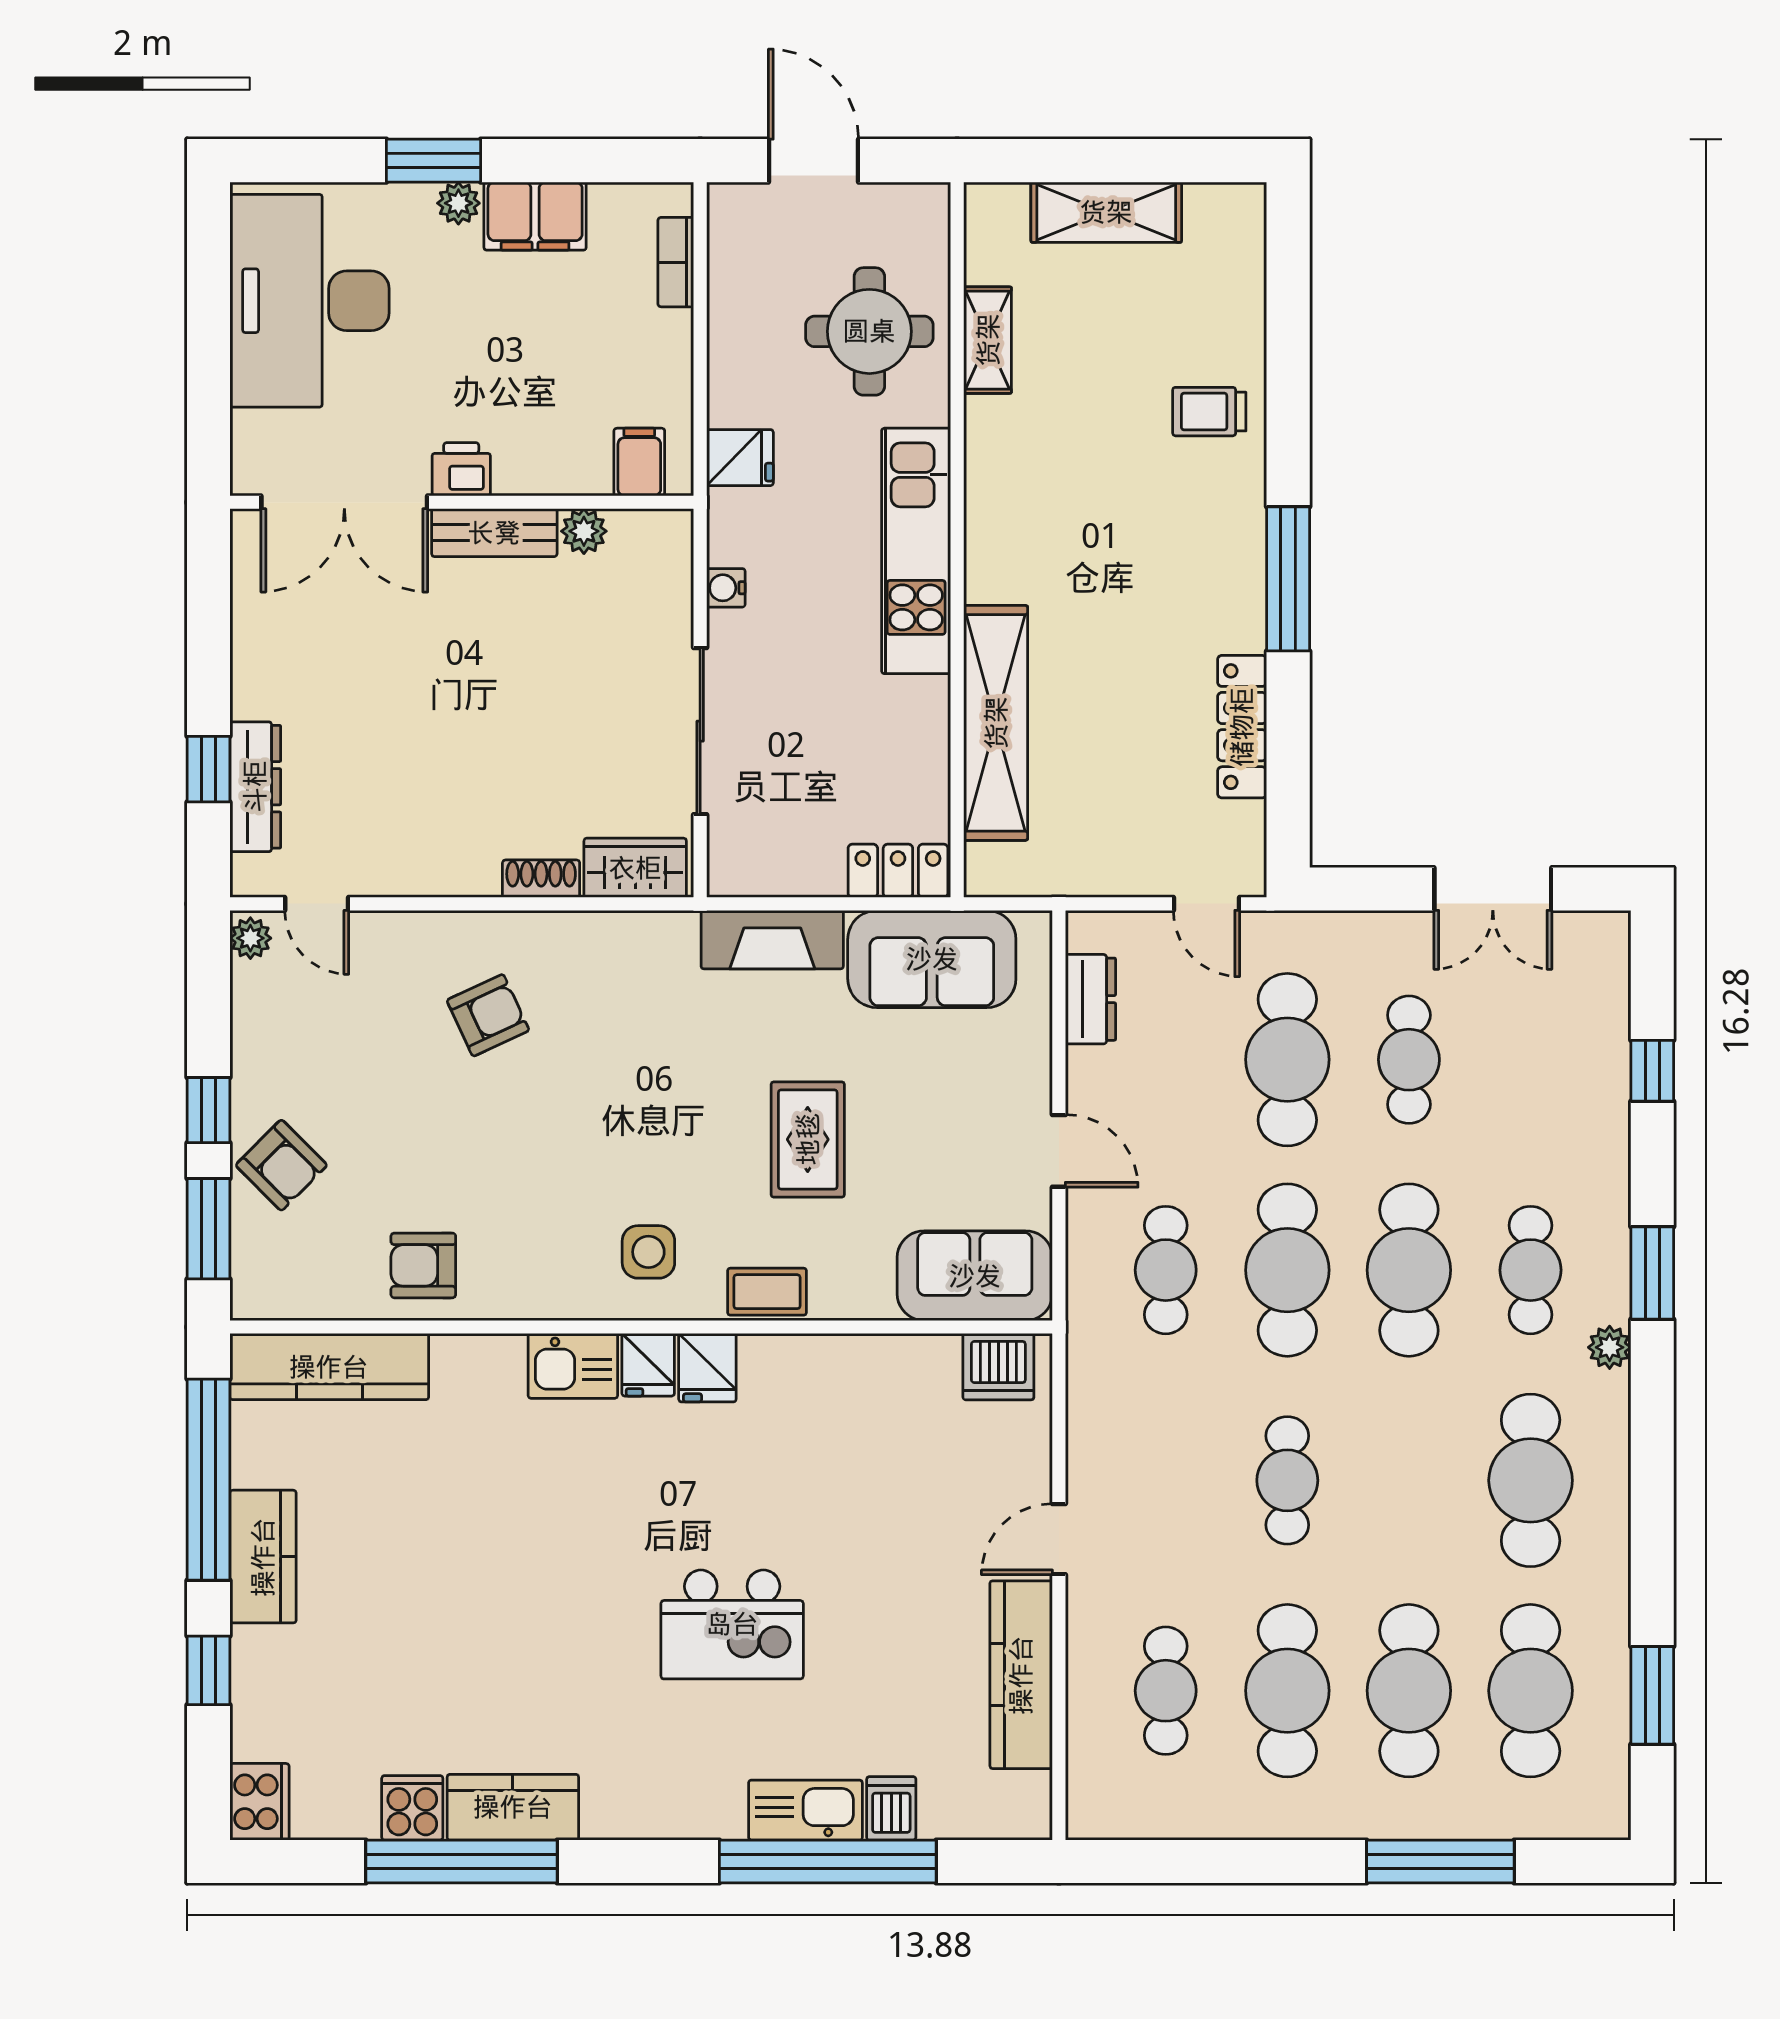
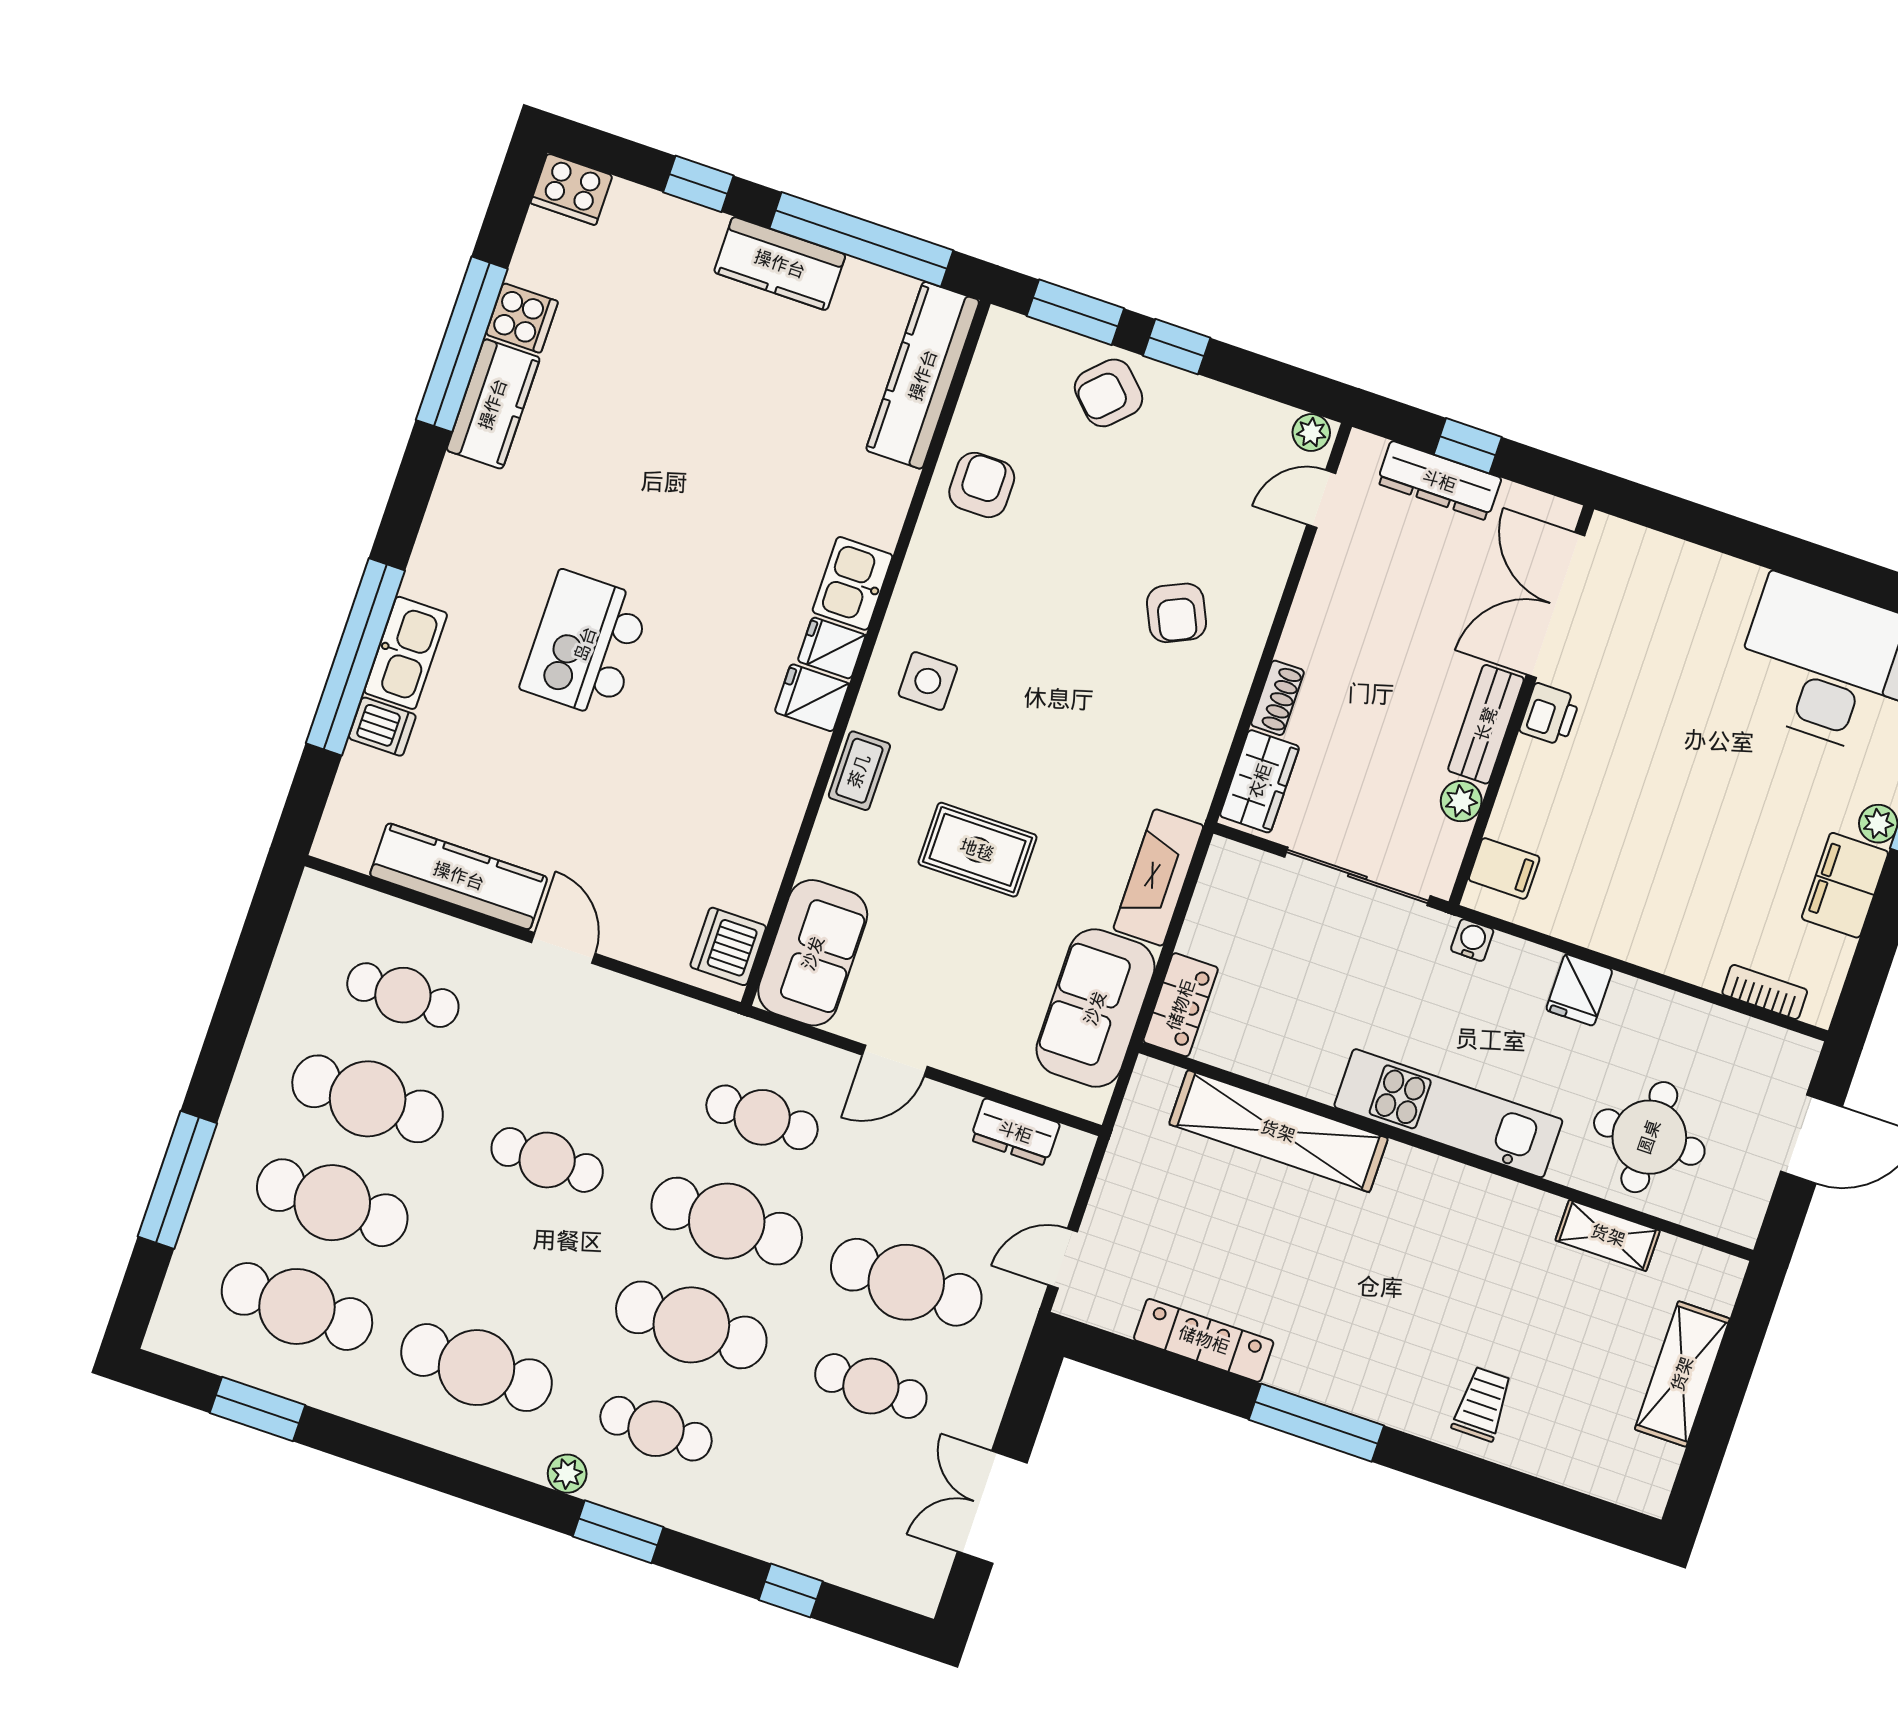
filing cabinet: (639, 462) -> (1504, 869), moved
printer: (461, 469) -> (1550, 714), moved
double door: (344, 502) -> (1556, 605), moved
wall: (462, 502) -> (1521, 705), moved
plant: (584, 531) -> (1461, 801), moved
bench: (494, 533) -> (1486, 724), moved

